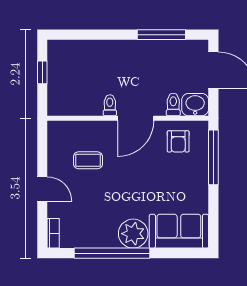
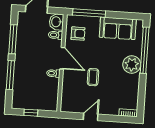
window: (102, 35) -> (10, 75), added
coffee table: (88, 160) -> (93, 77), moved
door: (42, 189) -> (91, 117), moved
sofa: (179, 231) -> (118, 28), moved, turned -90
window: (112, 253) -> (145, 50), moved

